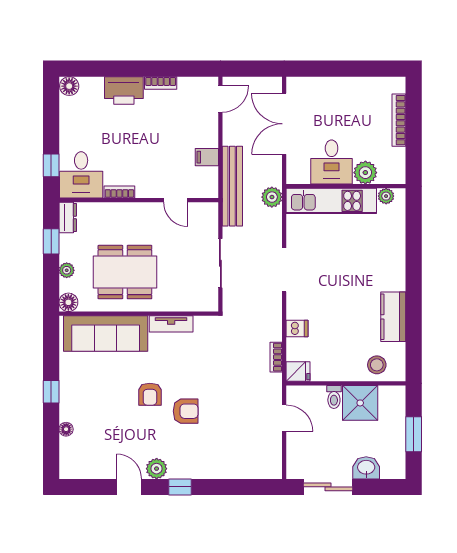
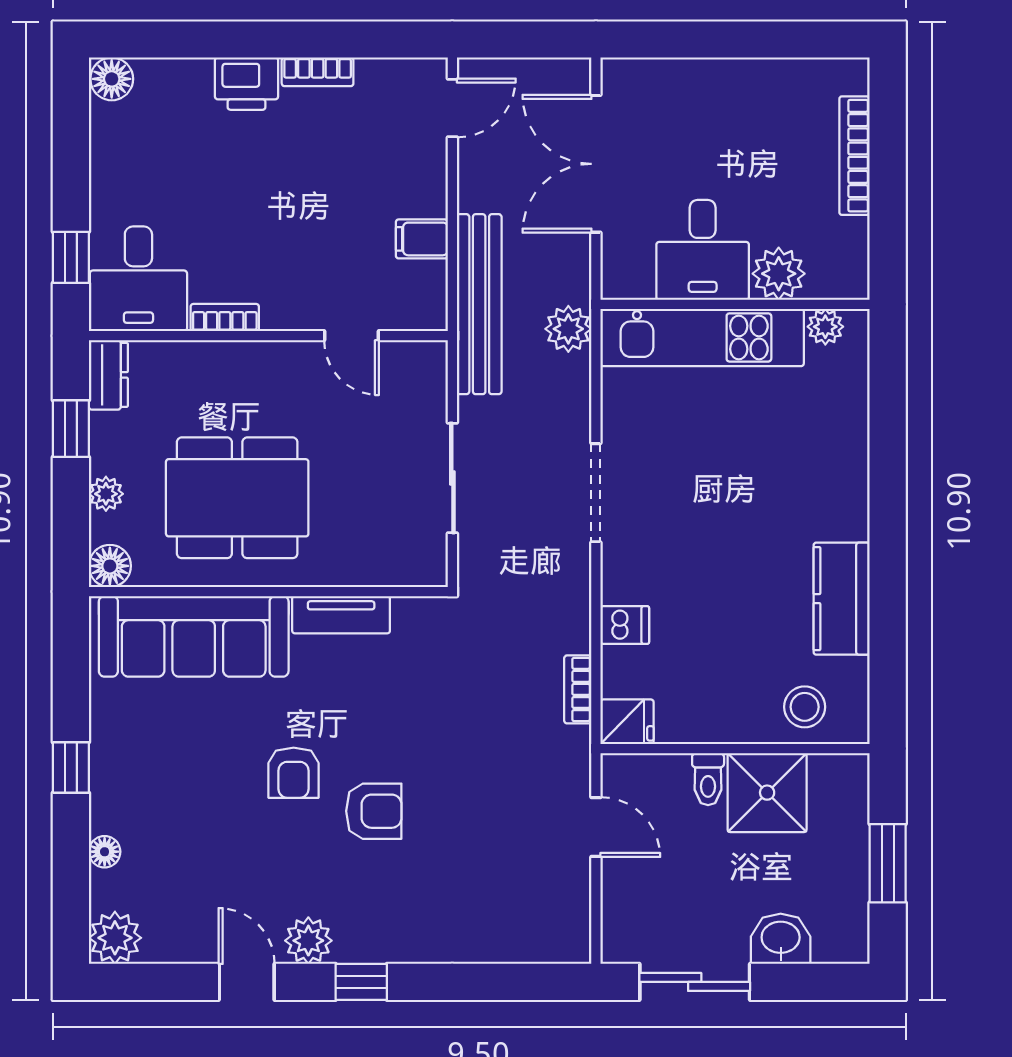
printer: (124, 90) -> (247, 84), width x0.73, depth x0.84
plant: (71, 467) -> (115, 938), added

